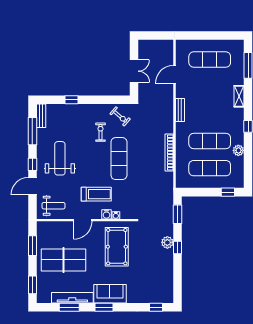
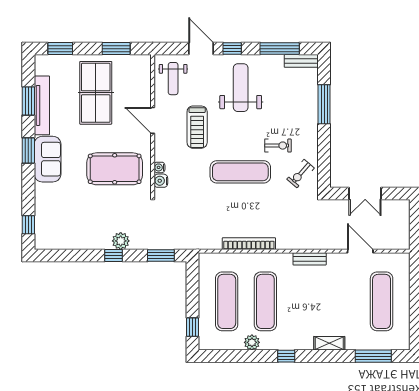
window: (72, 100) -> (324, 104), width x2.17
weight bench: (60, 158) -> (241, 88), turned -90
treadmill: (96, 194) -> (197, 127), moved
water cooler: (107, 214) -> (161, 181), moved

